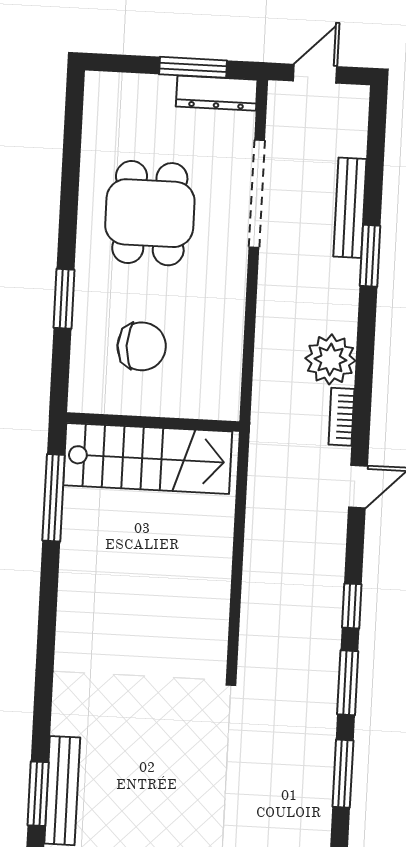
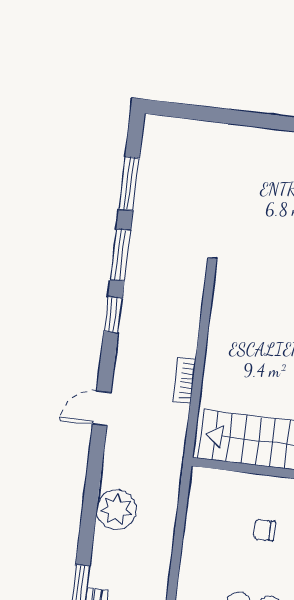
chair: (142, 346) -> (264, 530), width x0.54, depth x0.54
bookcase: (341, 417) -> (184, 381), moved, turned 180

